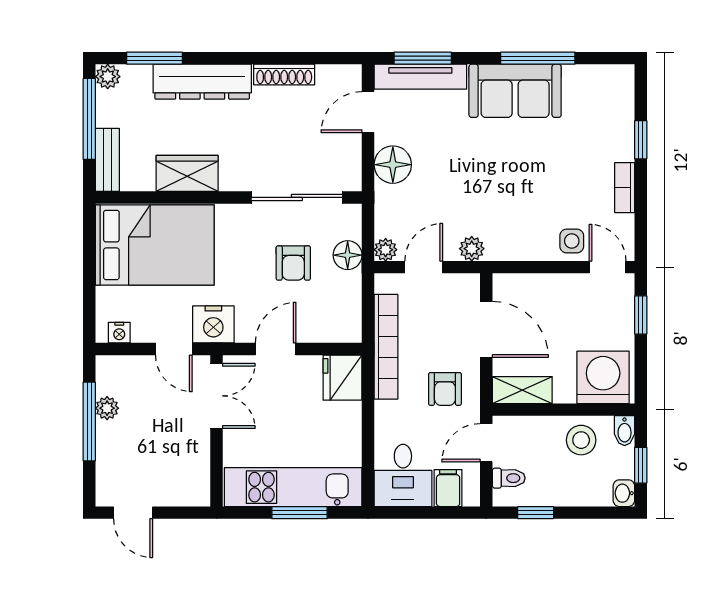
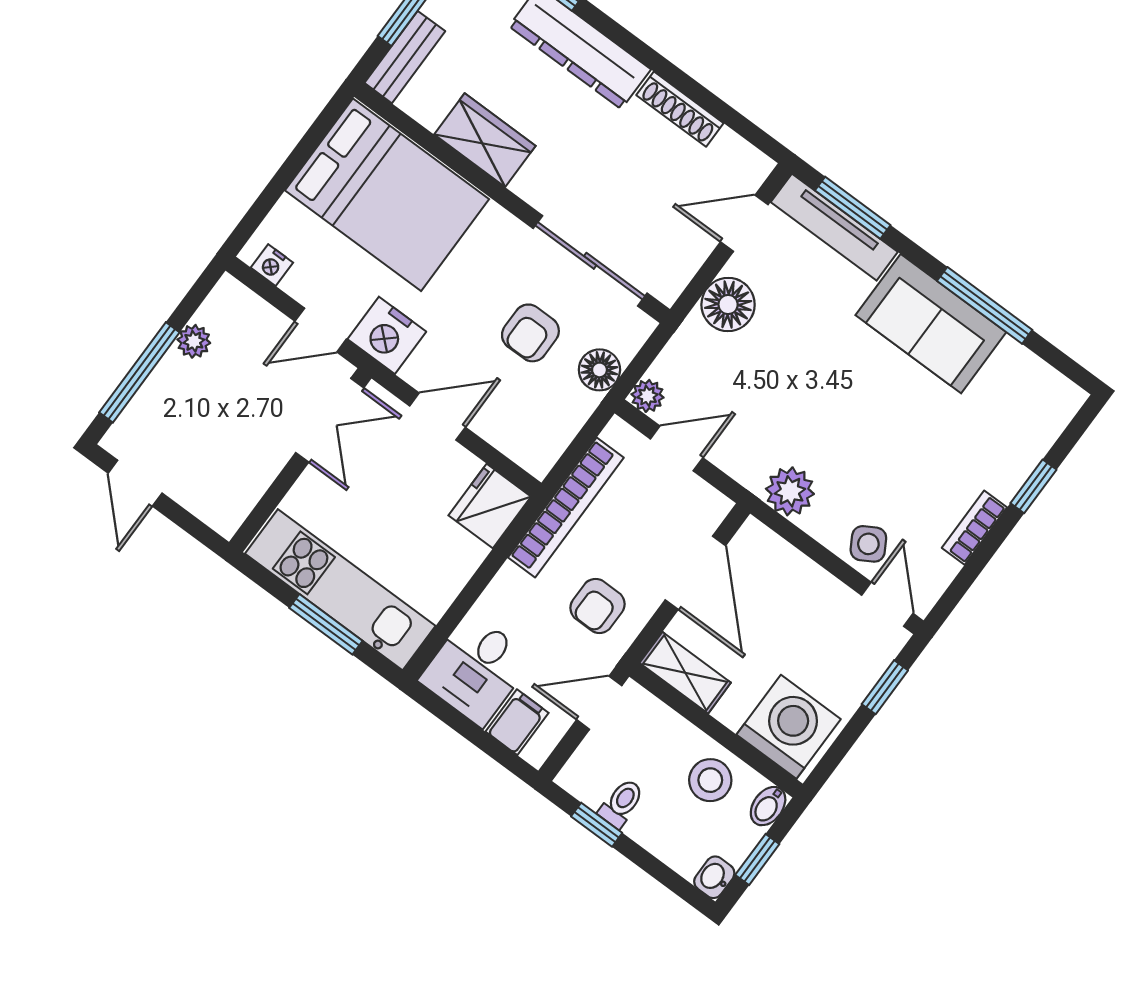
side table: (572, 241) -> (868, 544), turned -30
plant: (472, 249) -> (790, 491), moved, width x1.38, depth x1.38
door: (174, 349) -> (321, 330), hinge flipped
window: (89, 421) -> (139, 372), moved
toilet: (509, 478) -> (621, 803), moved, turned -90

